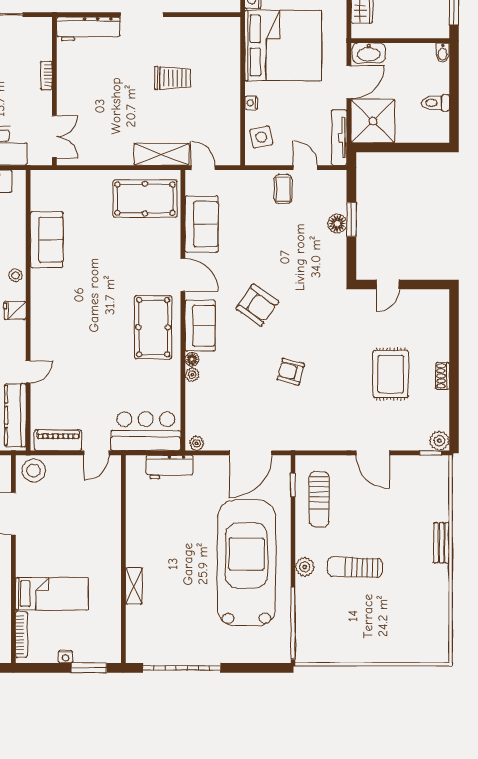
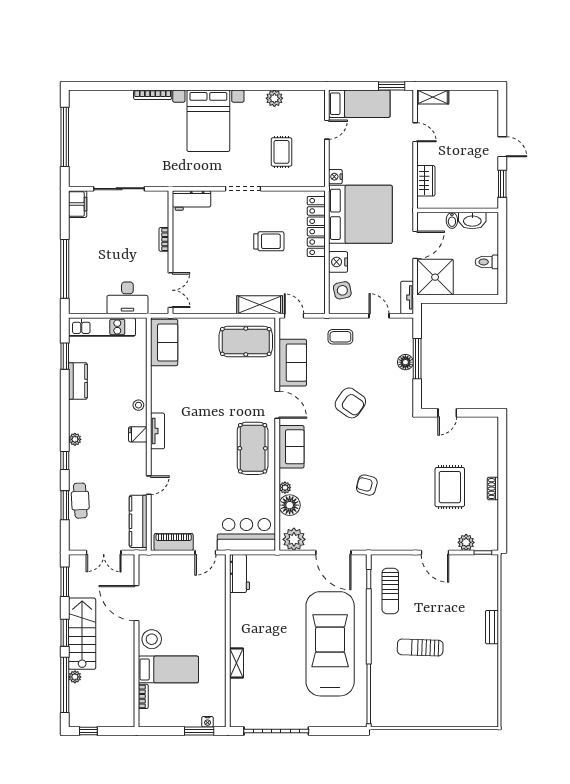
workbench: (88, 29) -> (191, 200), width x0.73
washbasin: (369, 53) -> (472, 221), moved
bidet: (443, 53) -> (452, 220), moved
locker: (230, 60) -> (316, 226), added
nightstand: (251, 103) -> (338, 262), width x1.89, depth x1.79
tv unit: (339, 138) -> (407, 297), width x0.71
coffee table: (283, 189) -> (340, 337), moved, turned 90
window: (351, 219) -> (417, 359), width x1.44
sofa: (47, 240) -> (164, 342), moved
armchair: (257, 305) -> (350, 403), moved
tv unit: (39, 306) -> (158, 431), added
floor lamp: (192, 359) -> (290, 505), moved, width x1.89, depth x1.89
plant: (439, 441) -> (466, 542), moved
plant: (197, 443) -> (294, 539), width x1.88, depth x1.88
door: (250, 453) -> (333, 553), hinge flipped
workbench: (169, 467) -> (240, 574), moved, turned -90
stool: (34, 471) -> (152, 639), moved
plant: (305, 567) -> (378, 647), removed
bookcase: (21, 635) -> (143, 696), width x0.64
nightstand: (65, 657) -> (208, 722), moved

